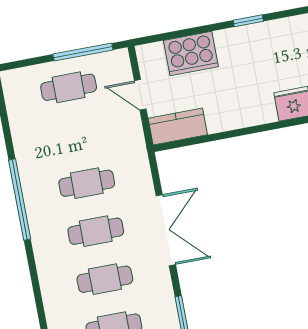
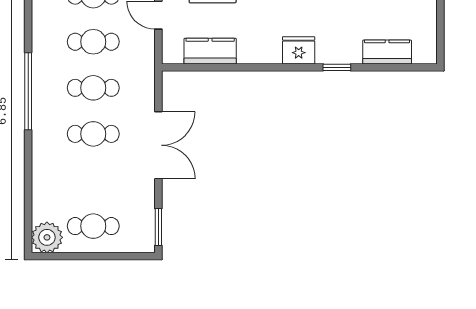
kitchen counter: (178, 127) -> (210, 51), moved
cafe table: (105, 279) -> (93, 42), moved

